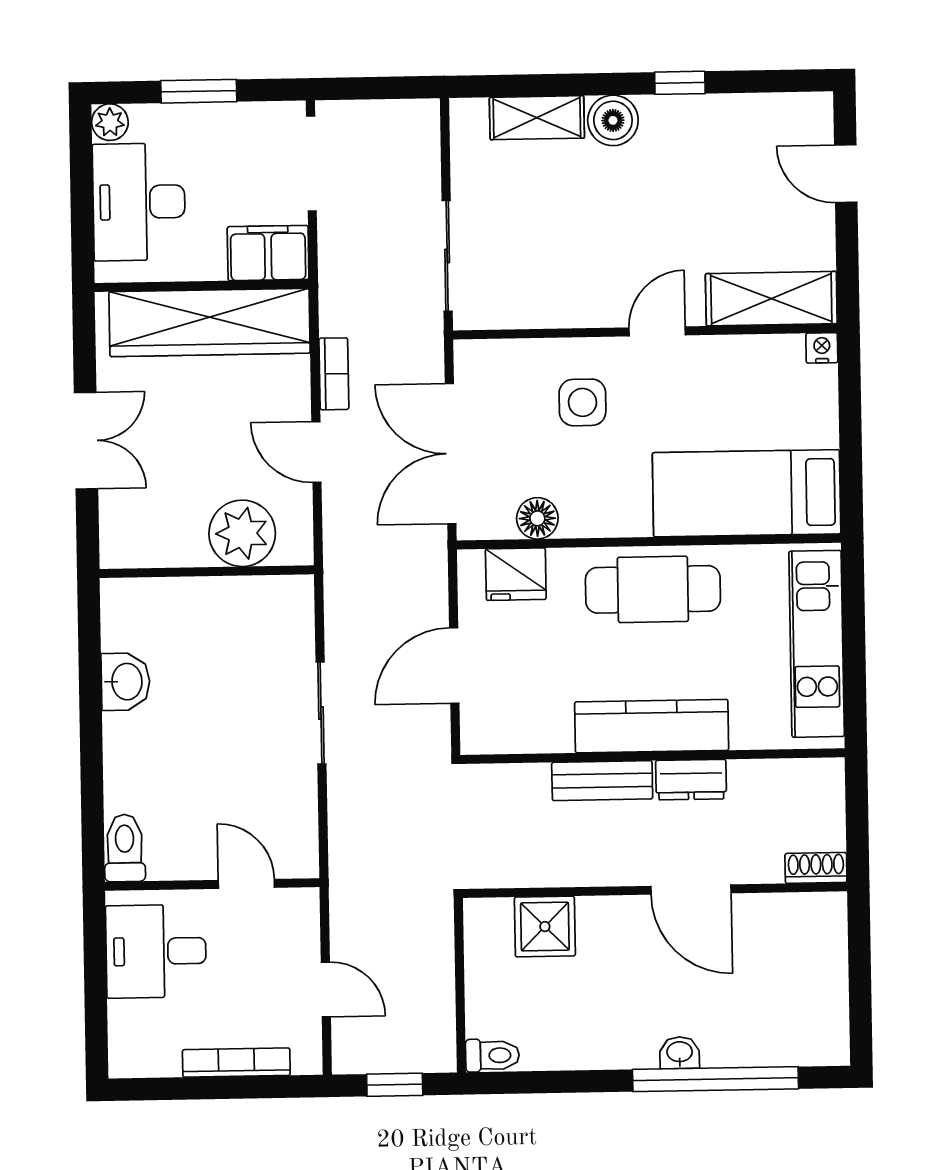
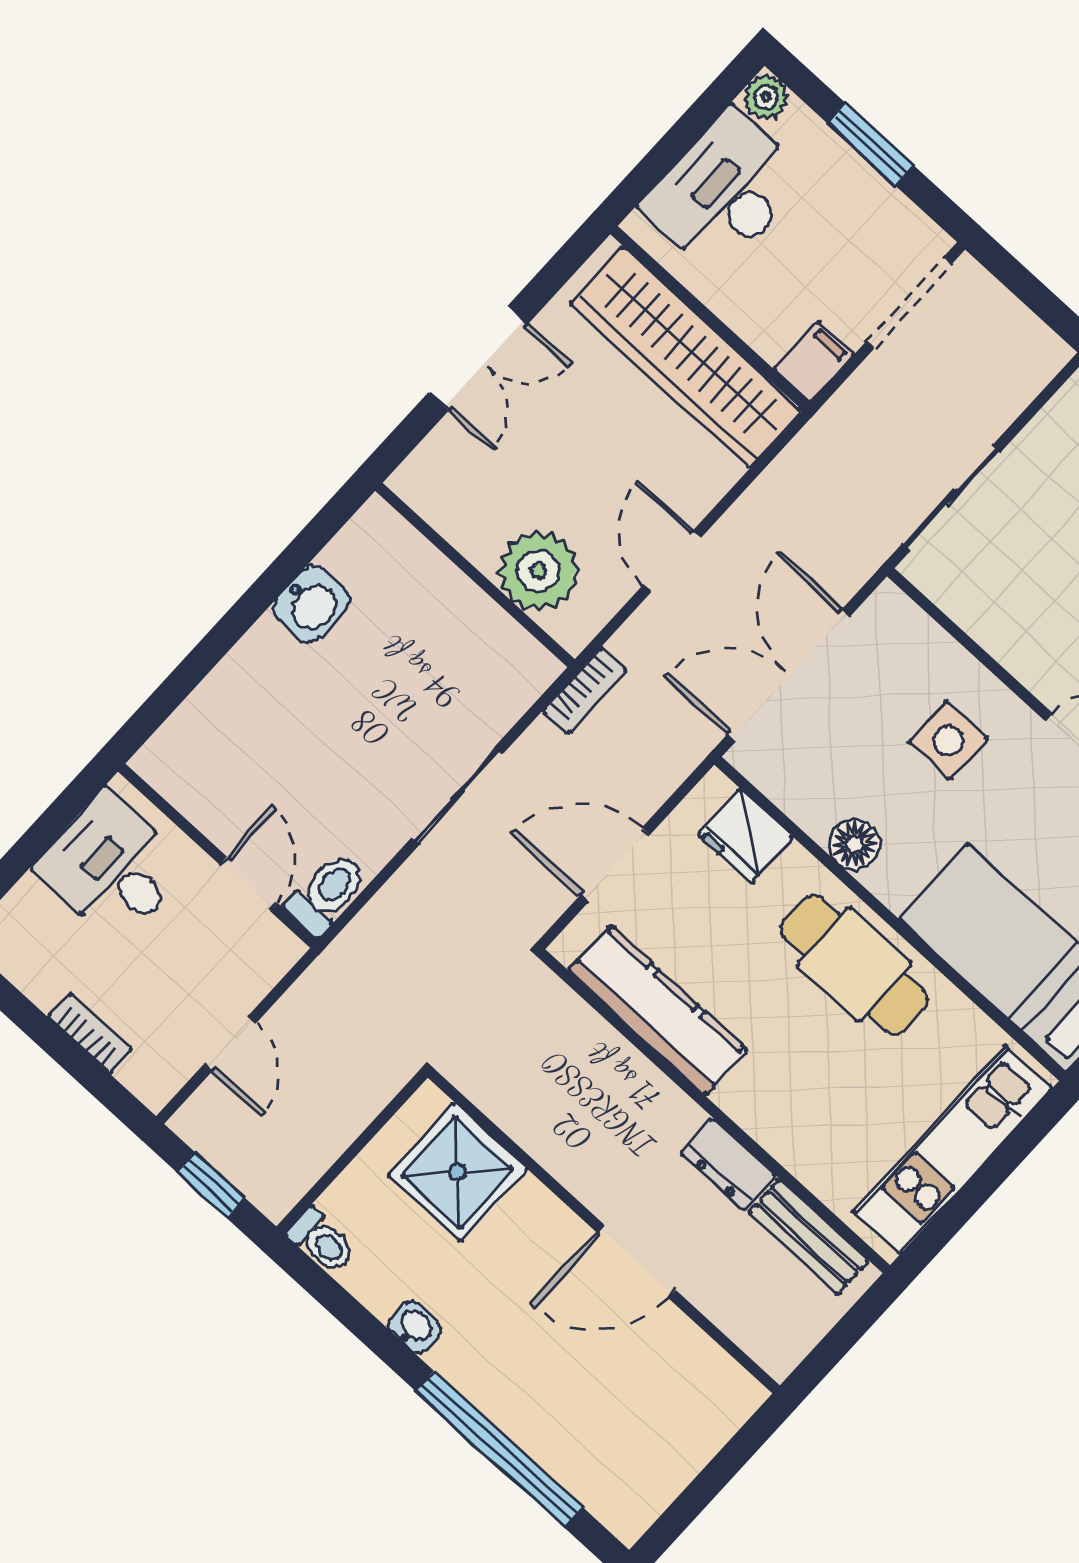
filing cabinet: (268, 253) -> (814, 362), width x0.50
bookcase: (334, 374) -> (585, 691), moved
floor lamp: (537, 518) -> (855, 844), moved
kitchen counter: (652, 726) -> (658, 1010), moved
bench: (602, 781) -> (808, 1237), moved
toilet: (125, 848) -> (327, 893), moved
shoe rack: (816, 868) -> (765, 1347), removed
door: (691, 890) -> (636, 1261), hinge flipped
shower: (545, 927) -> (458, 1172), width x1.36, depth x1.36
washbasin: (680, 1053) -> (415, 1327), moved
bookcase: (236, 1063) -> (90, 1033), width x0.64

